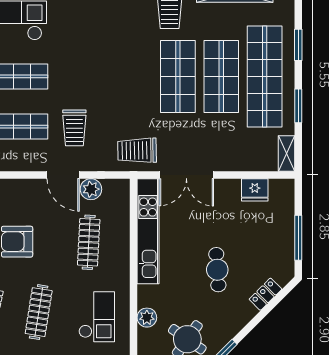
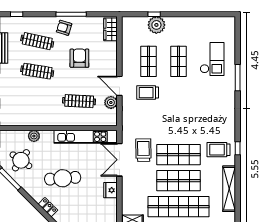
trolley: (137, 150) -> (143, 150), moved
door: (63, 175) -> (119, 86), hinge flipped
fridge: (255, 190) -> (110, 190), moved
cafe table: (217, 270) -> (63, 178), width x1.37, depth x1.35
checkout: (97, 317) -> (34, 106), removed

